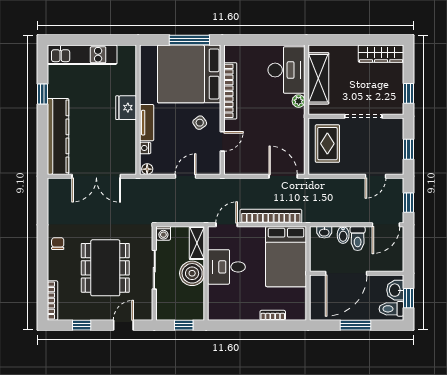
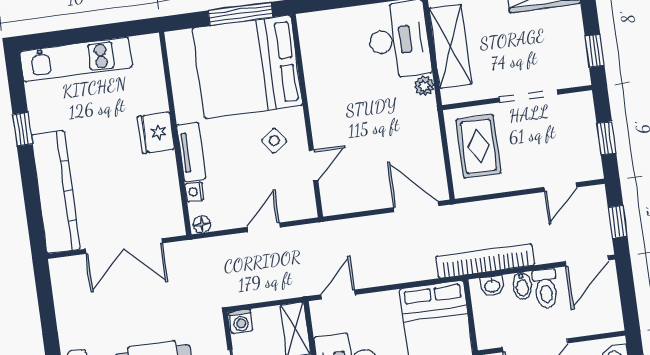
bookcase: (230, 91) -> (315, 84), removed
bookcase: (271, 216) -> (485, 261), moved

